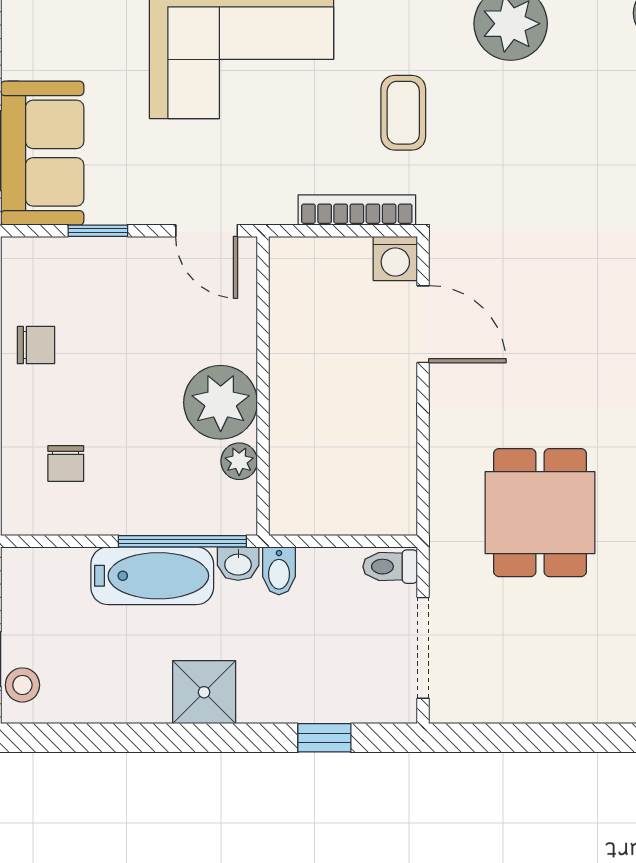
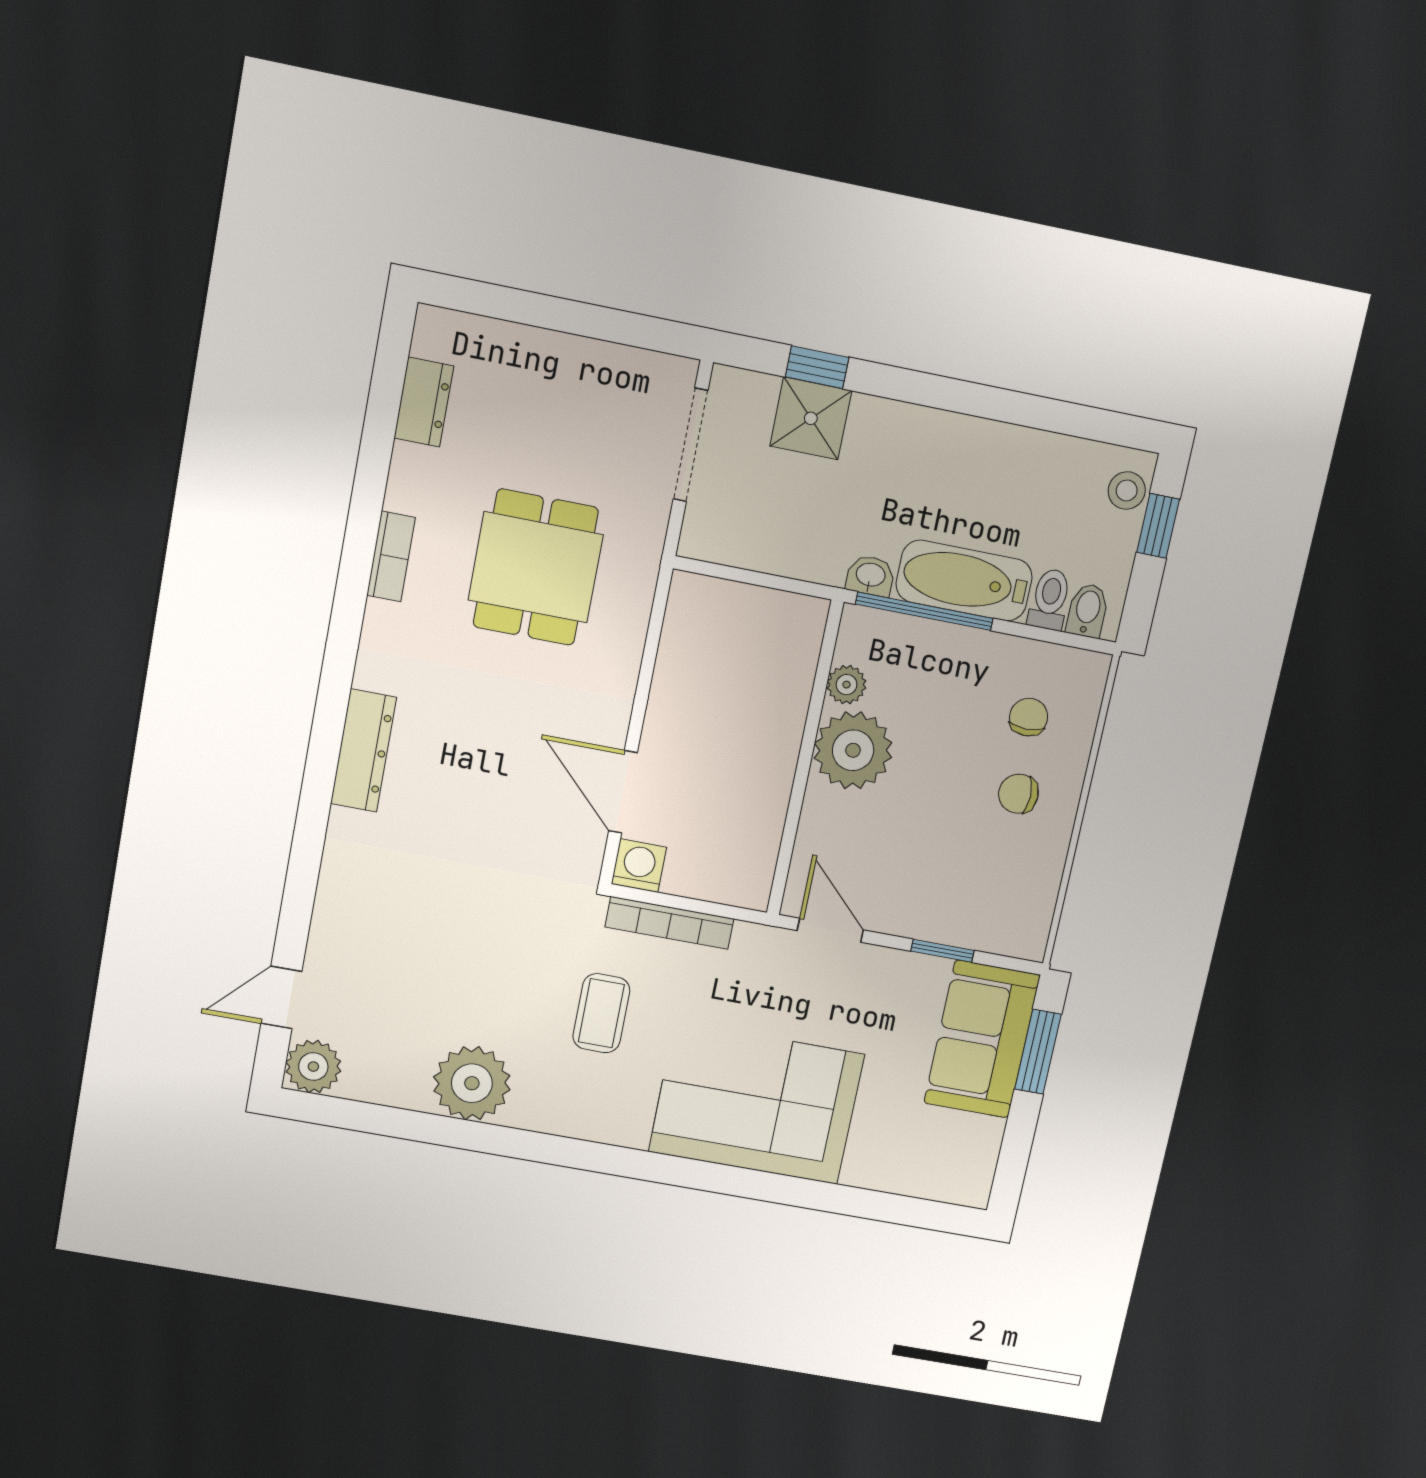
chair: (36, 345) -> (1018, 794), moved
toilet: (390, 567) -> (1050, 599), moved, turned -90
bidet: (279, 571) -> (1087, 610), moved
shower: (204, 692) -> (811, 418), moved

